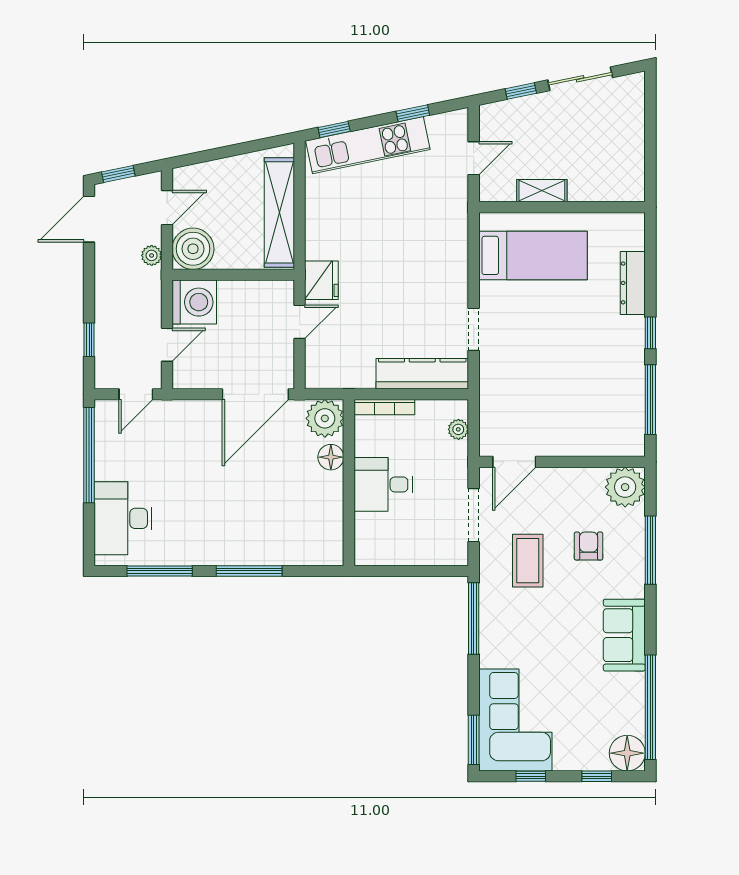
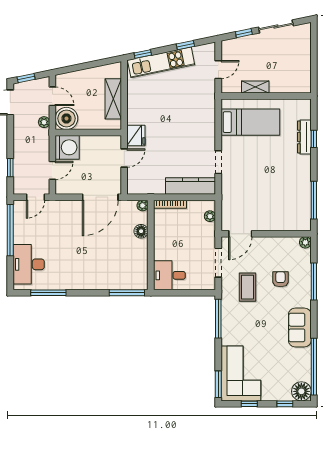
door: (167, 208) -> (52, 96), hinge flipped
shelving: (279, 212) -> (113, 99), width x0.68
window: (650, 333) -> (314, 139), moved
plant: (325, 418) -> (143, 205), width x0.53, depth x0.53
desk: (383, 484) -> (169, 275), moved
plant: (625, 487) -> (305, 242), width x0.53, depth x0.53
window: (249, 571) -> (127, 293), moved

